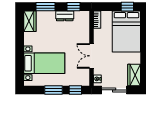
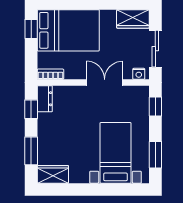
dresser: (65, 16) -> (45, 99), moved
double door: (91, 56) -> (105, 82), swing flipped
window: (53, 90) -> (155, 155), moved

